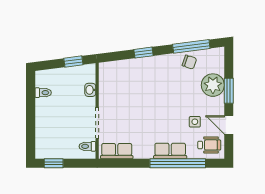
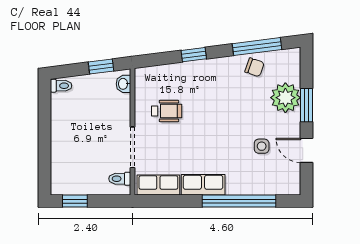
washbasin: (90, 90) -> (123, 84), moved
toilet: (43, 93) -> (61, 86), moved
wheelchair: (209, 145) -> (167, 111), moved
row of seats: (170, 151) -> (203, 185), moved

